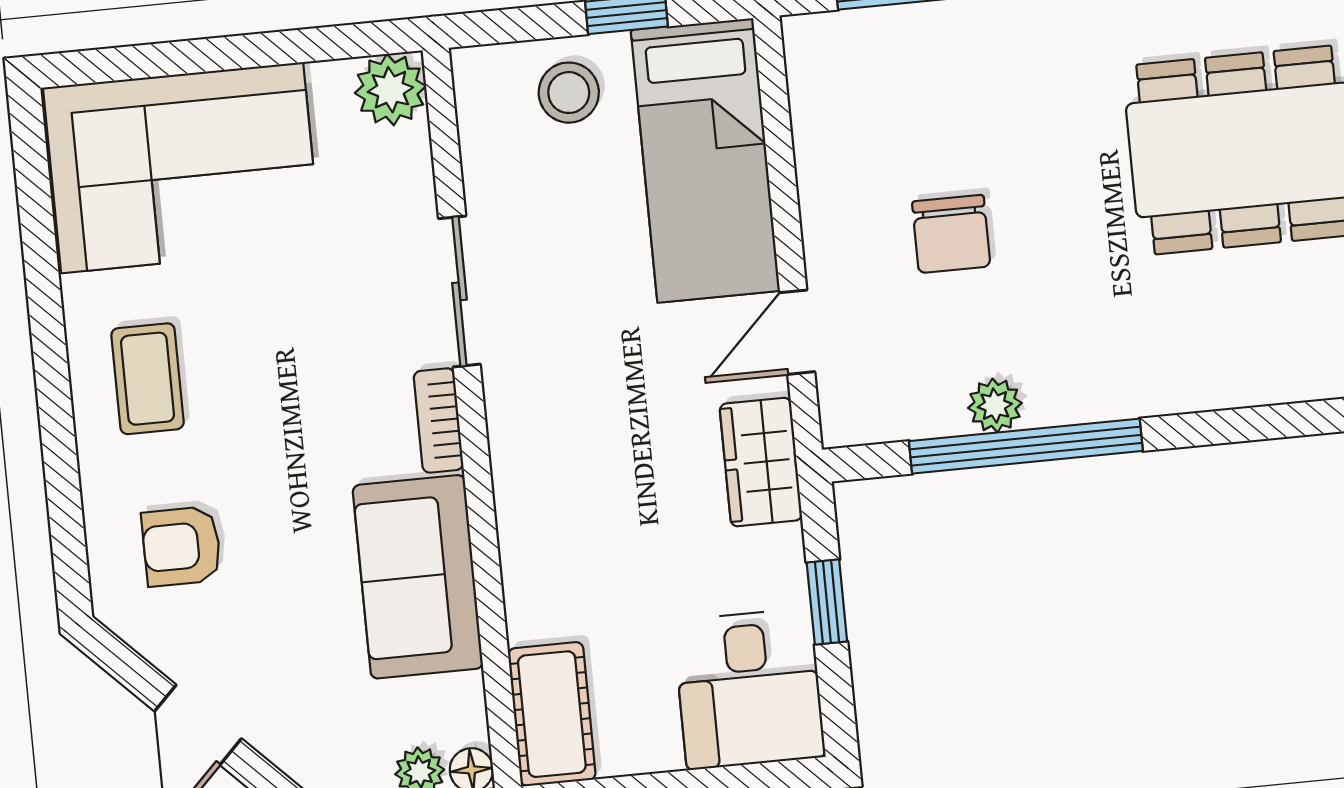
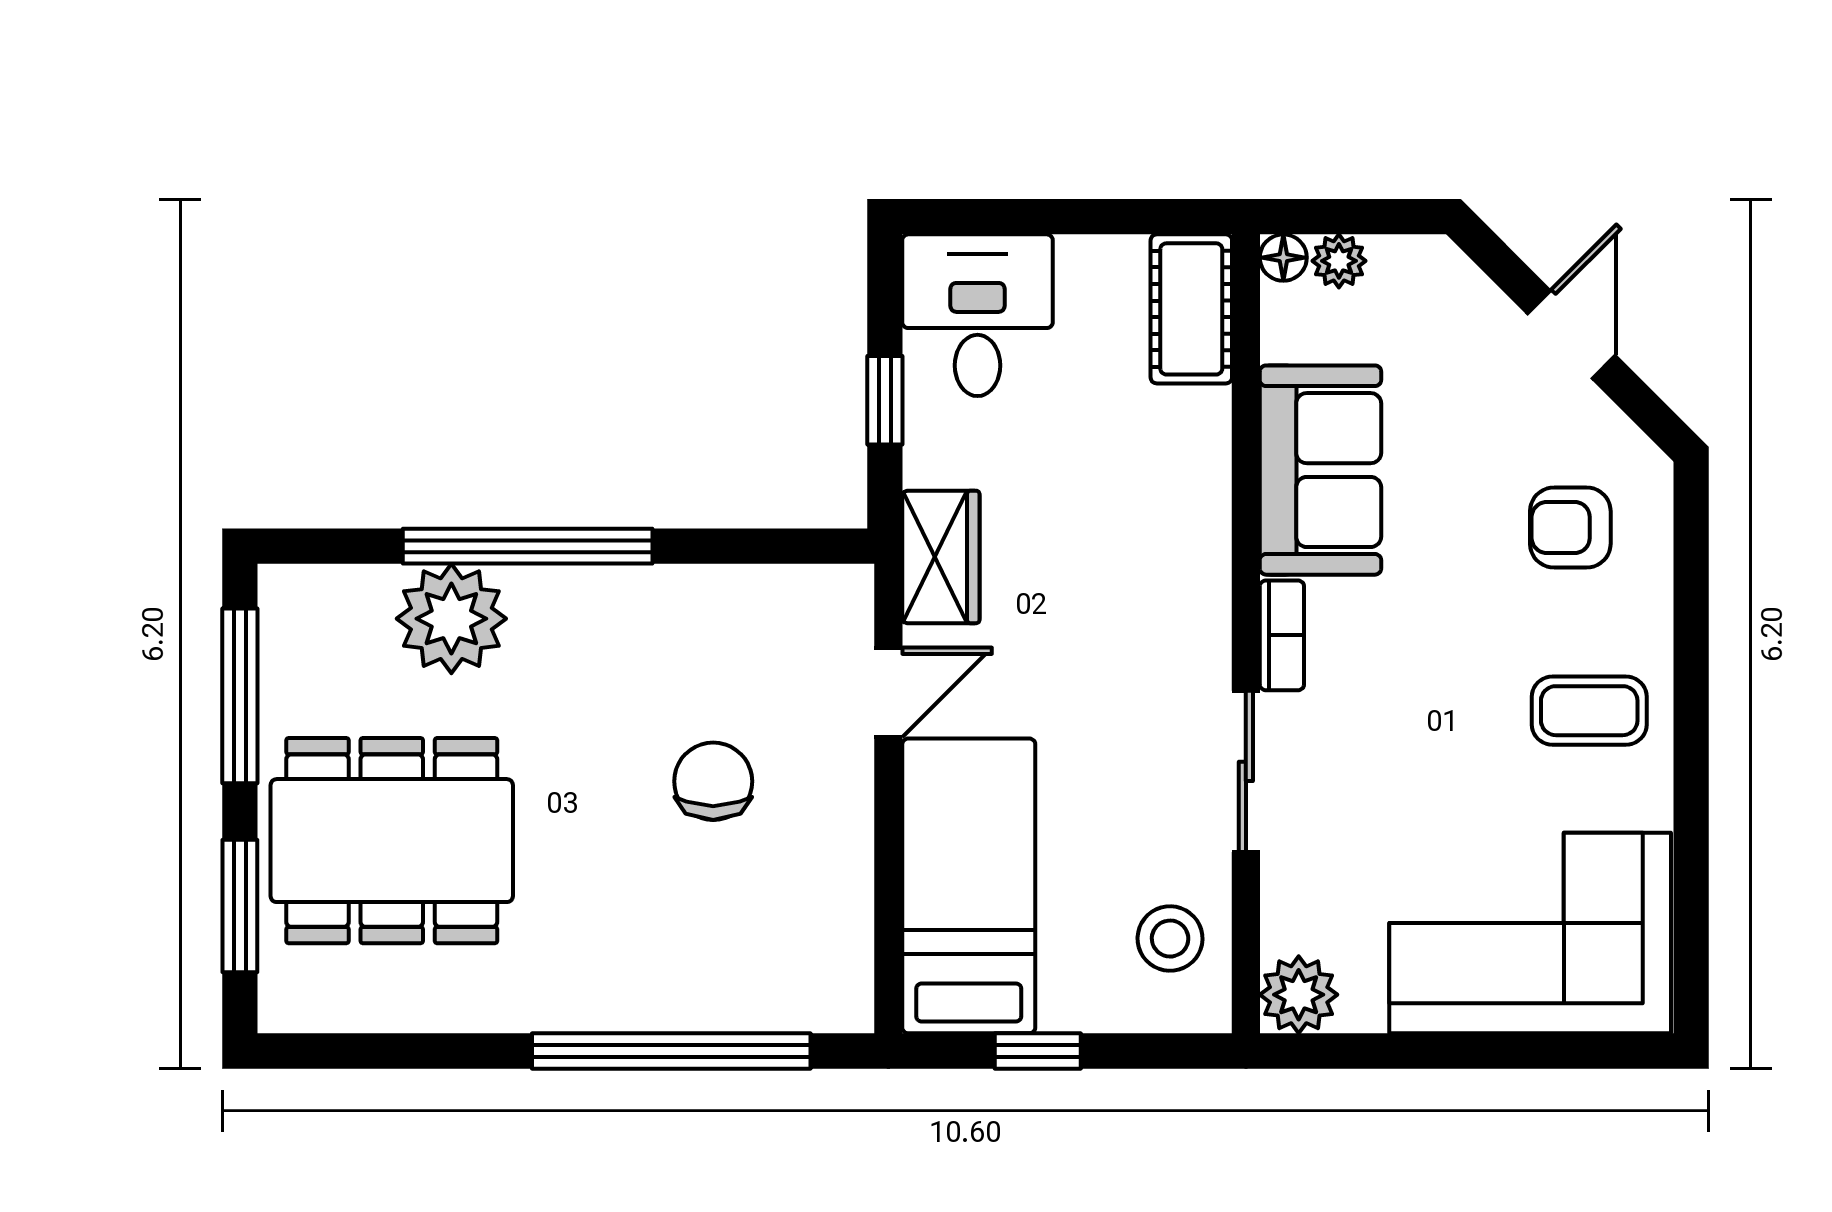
stool: (569, 93) -> (1170, 939), moved
coffee table: (148, 379) -> (1589, 711), turned 90
plant: (995, 405) -> (451, 619), moved, width x1.87, depth x1.87
window: (1026, 446) -> (528, 546), moved
armchair: (182, 546) -> (1570, 528), turned 180

